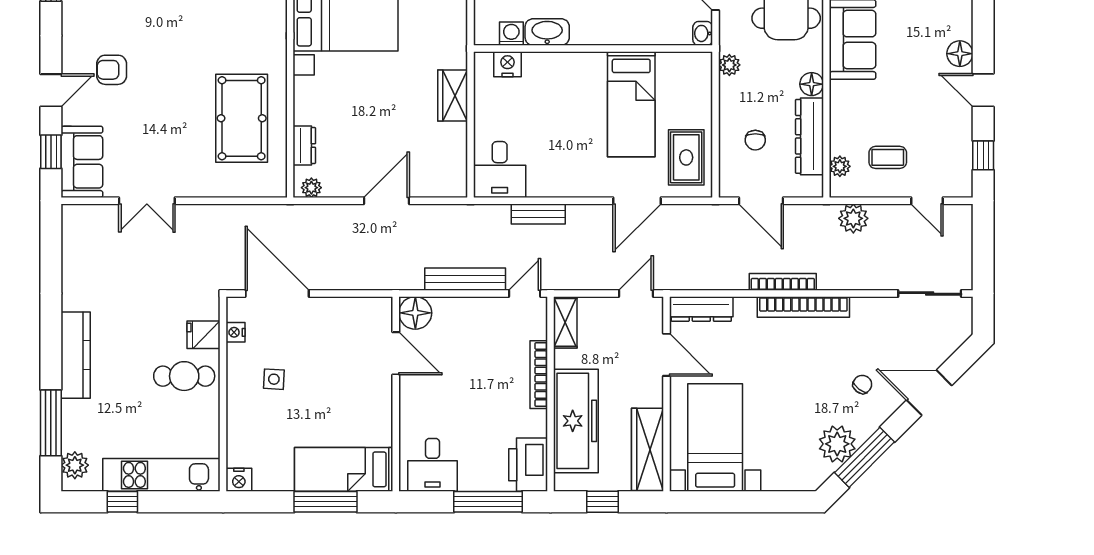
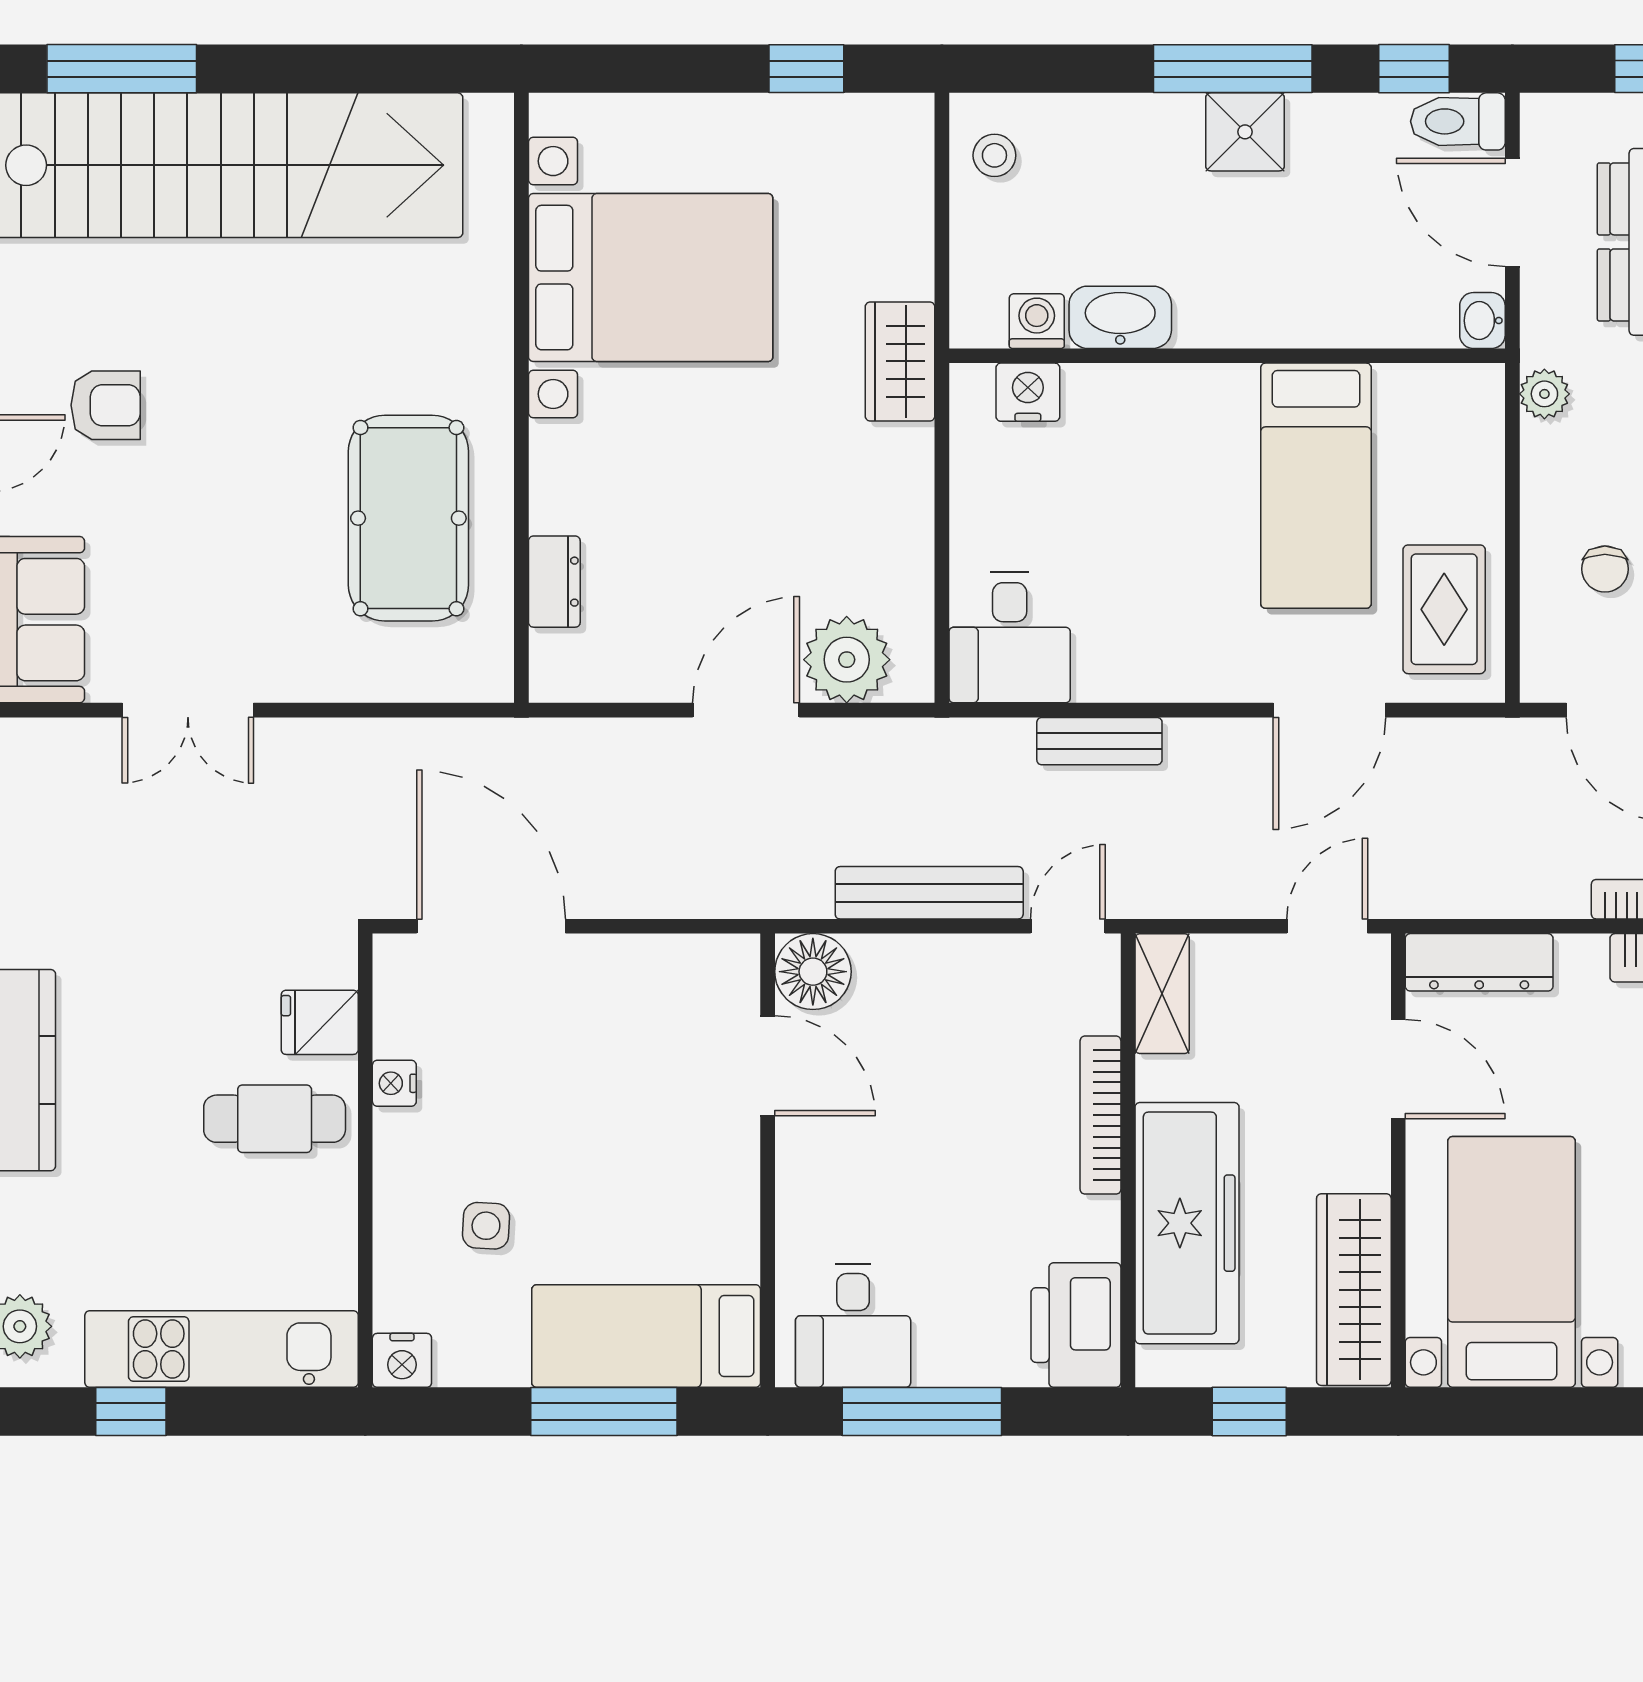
armchair: (112, 70) -> (106, 405), turned 180
wardrobe: (453, 96) -> (900, 361), moved
plant: (311, 188) -> (847, 660), moved, width x1.87, depth x1.87
nightstand: (236, 332) -> (394, 1083), moved
side table: (274, 379) -> (486, 1226), moved
window: (488, 502) -> (922, 1412), moved

